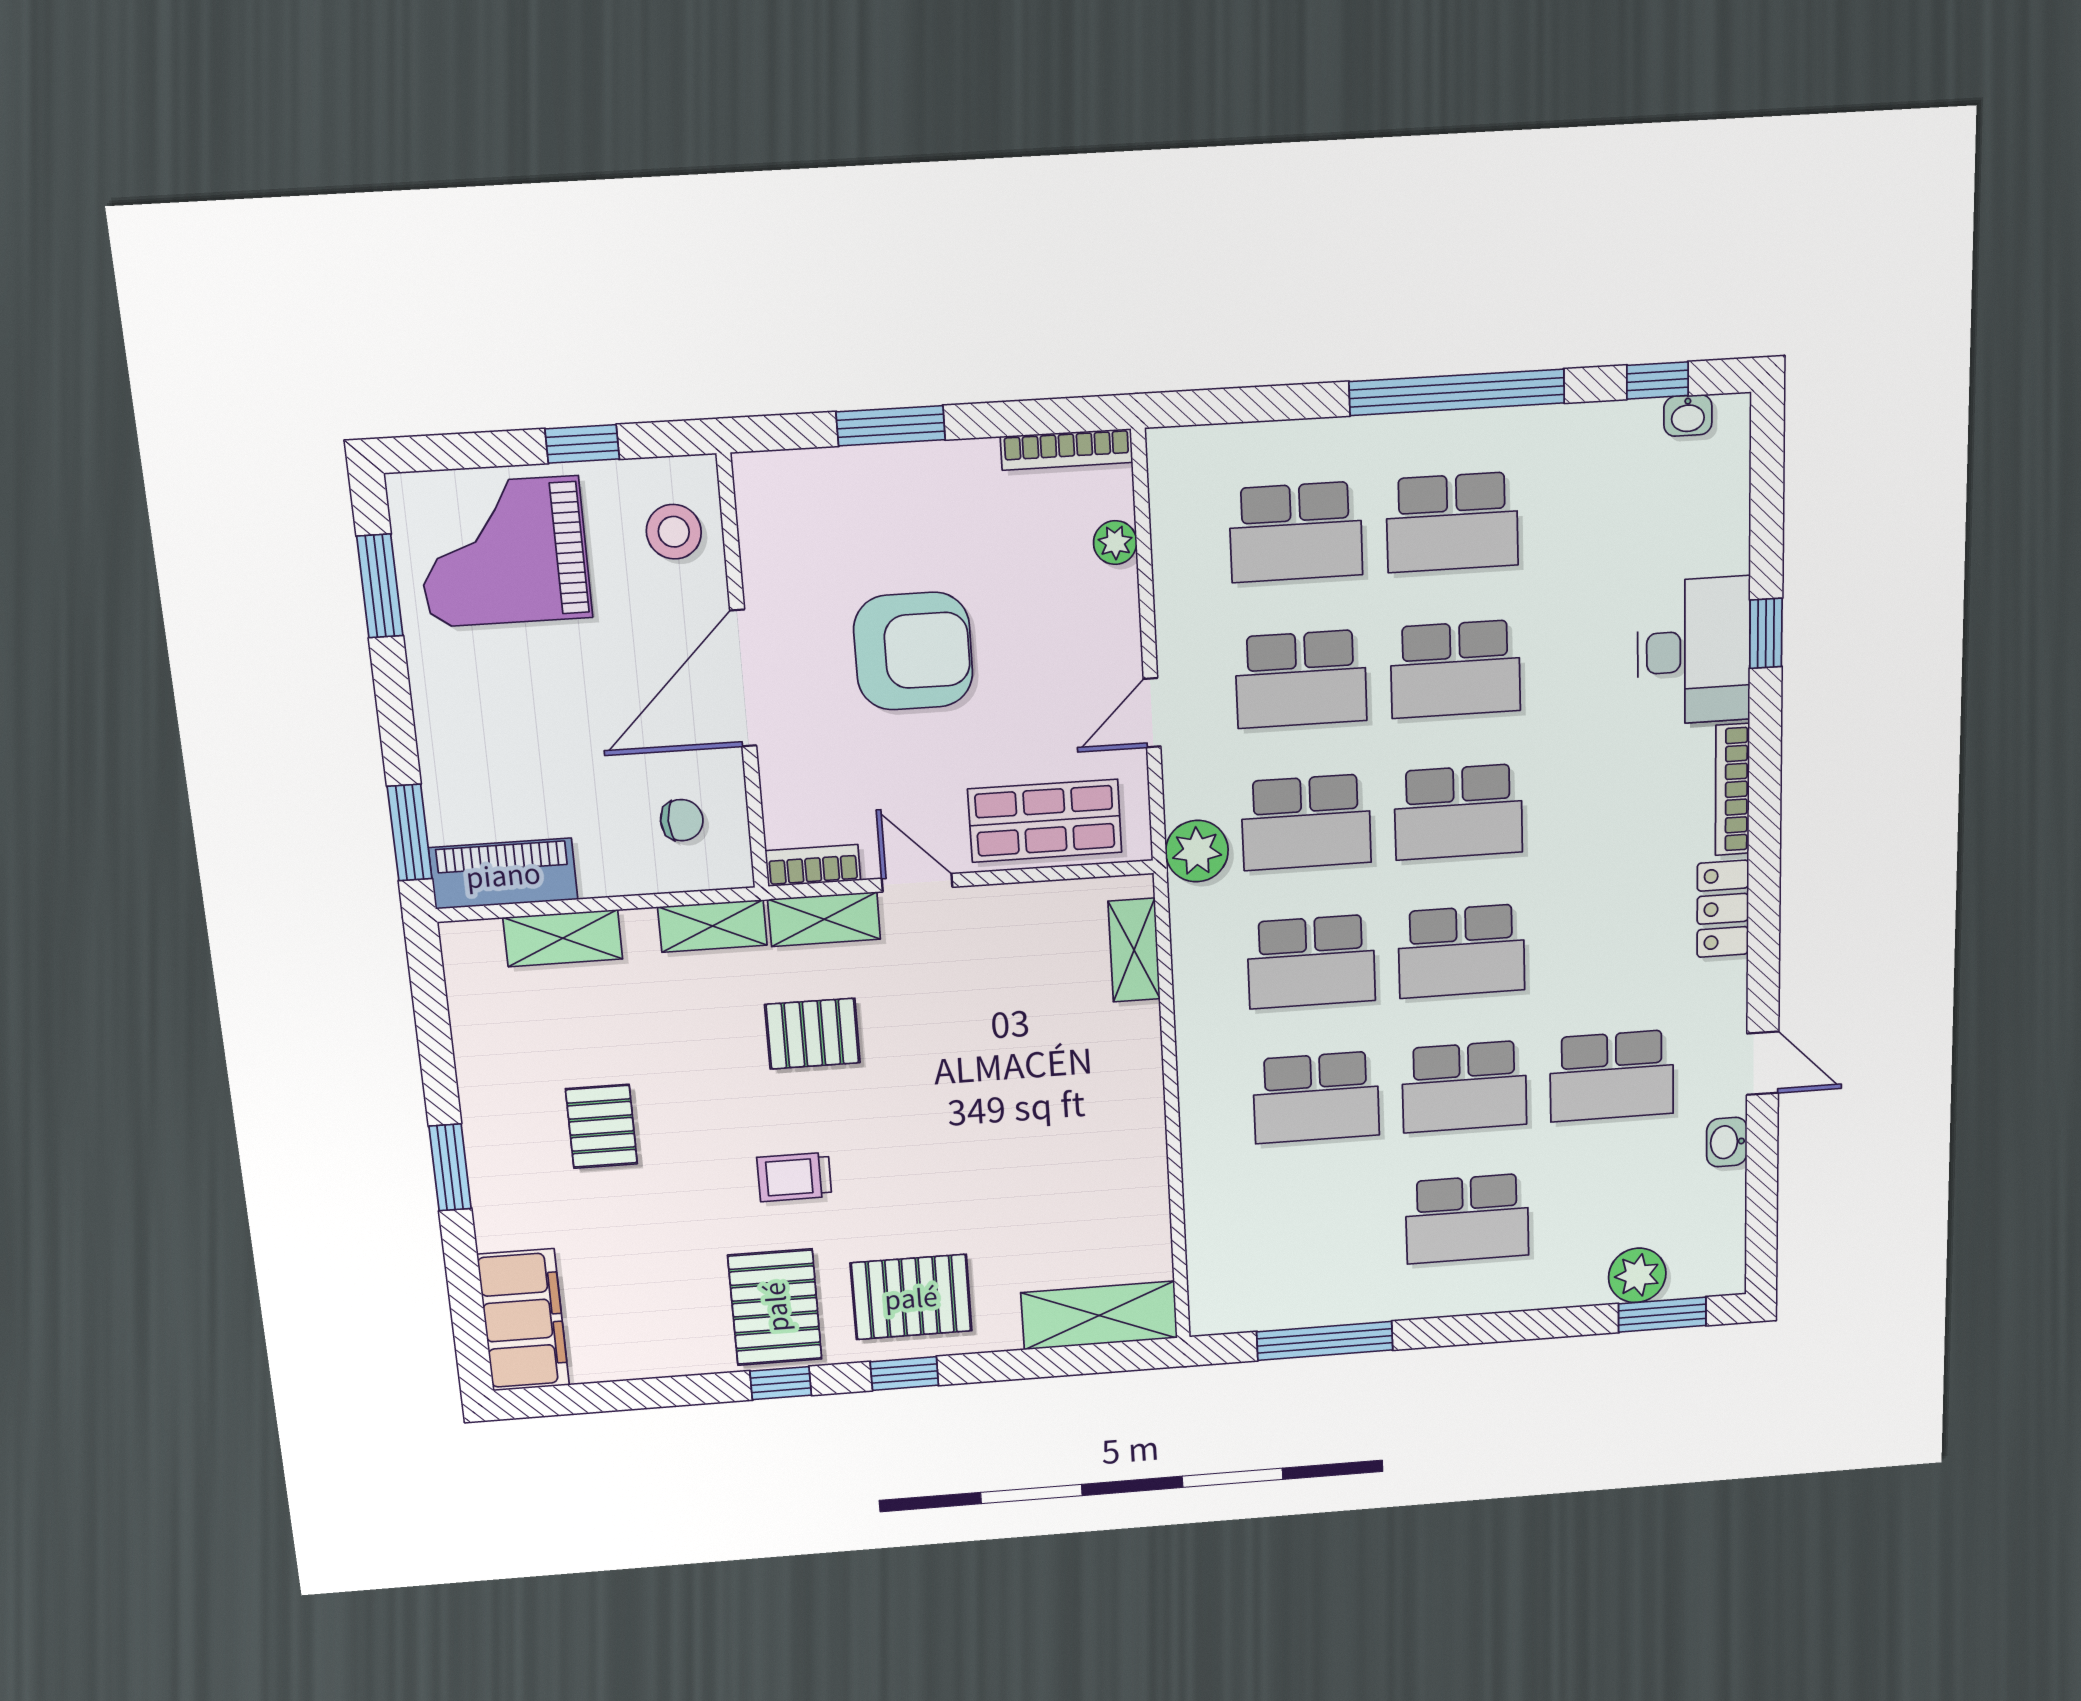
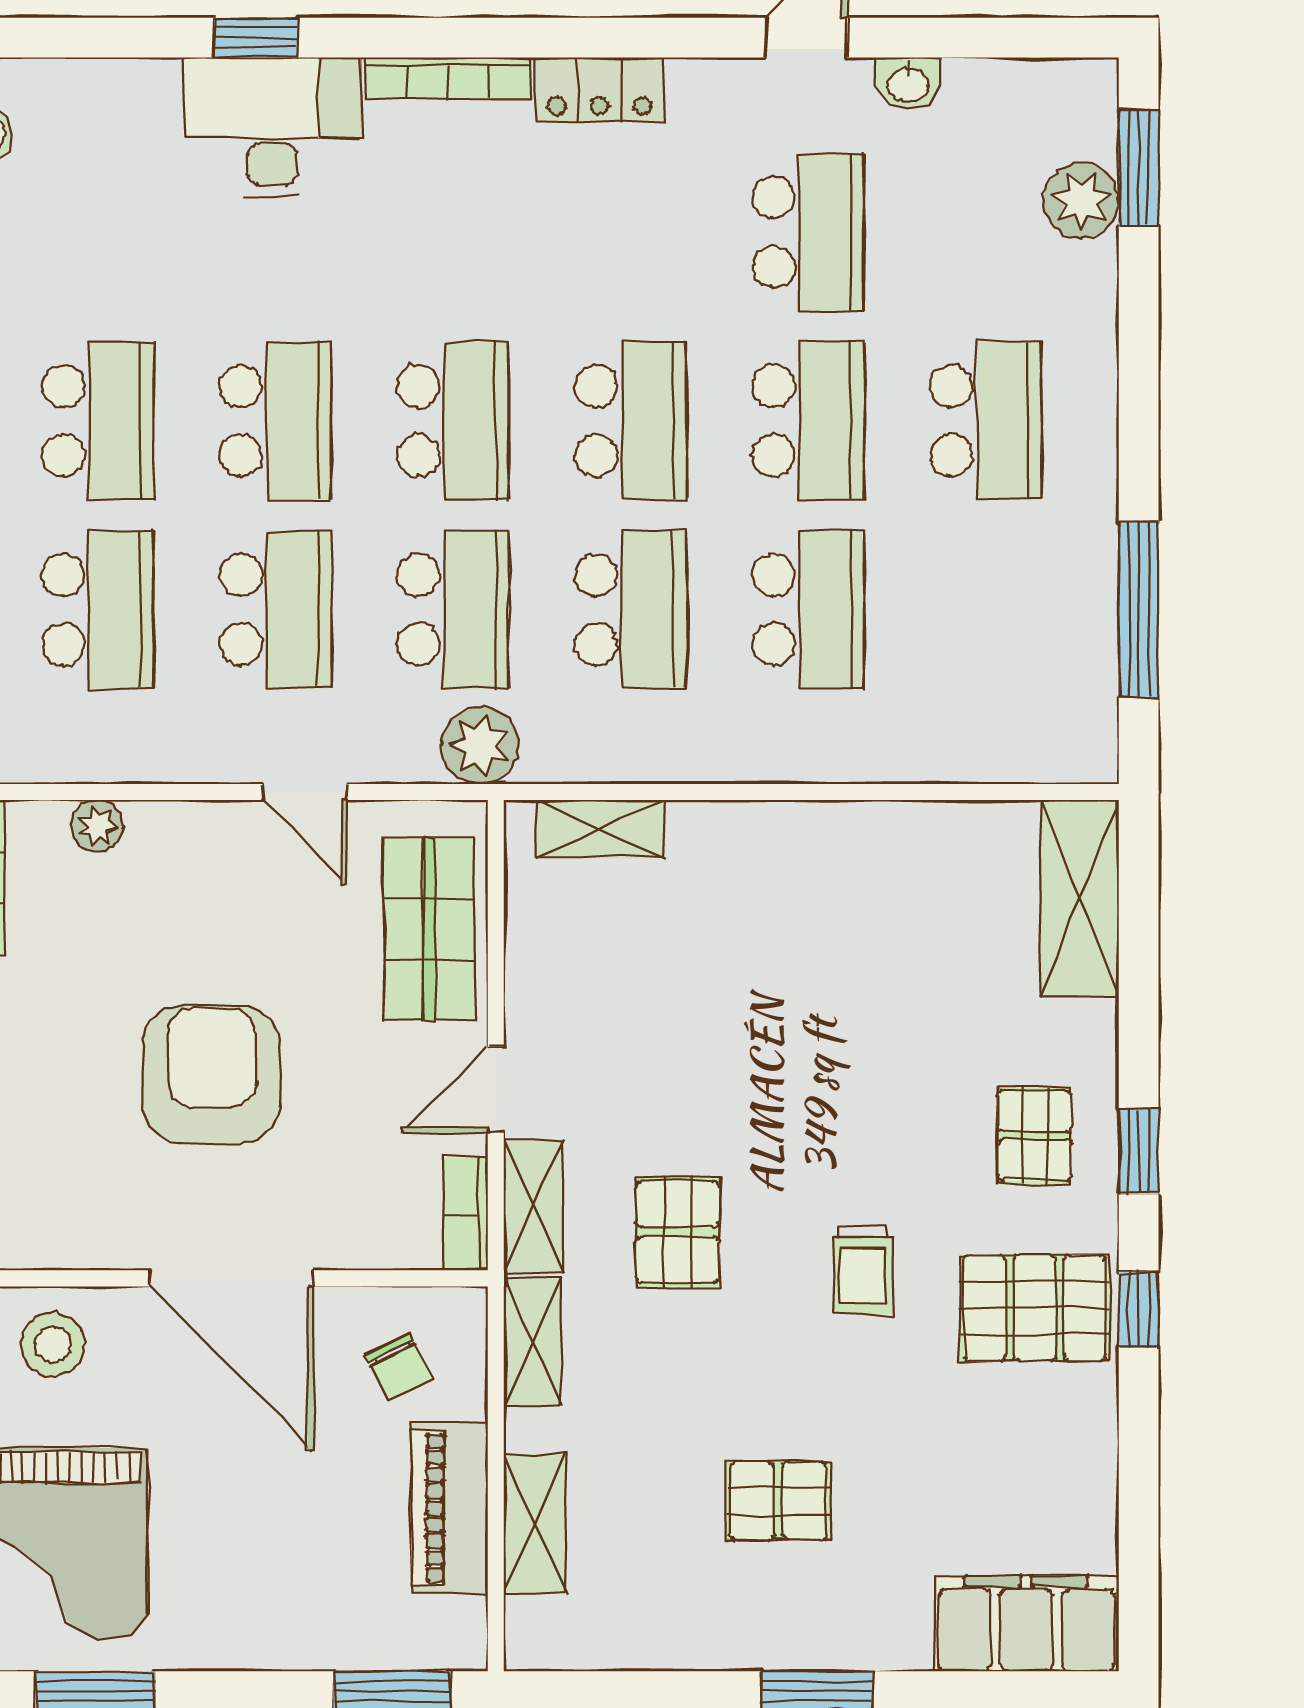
chair: (682, 820) -> (398, 1367), turned 153
piano: (503, 874) -> (450, 1508), moved
pallet: (911, 1297) -> (1035, 1135), width x0.67, depth x0.71

